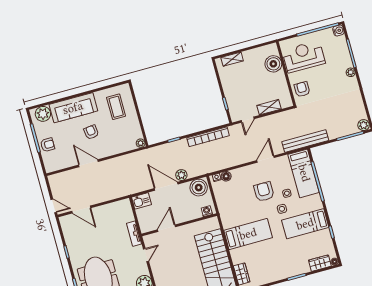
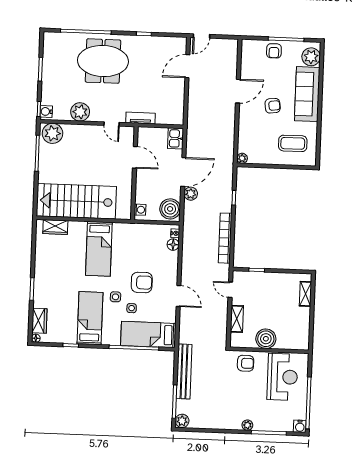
boiler: (273, 64) -> (266, 339), moved
bench: (305, 141) -> (184, 371), moved

